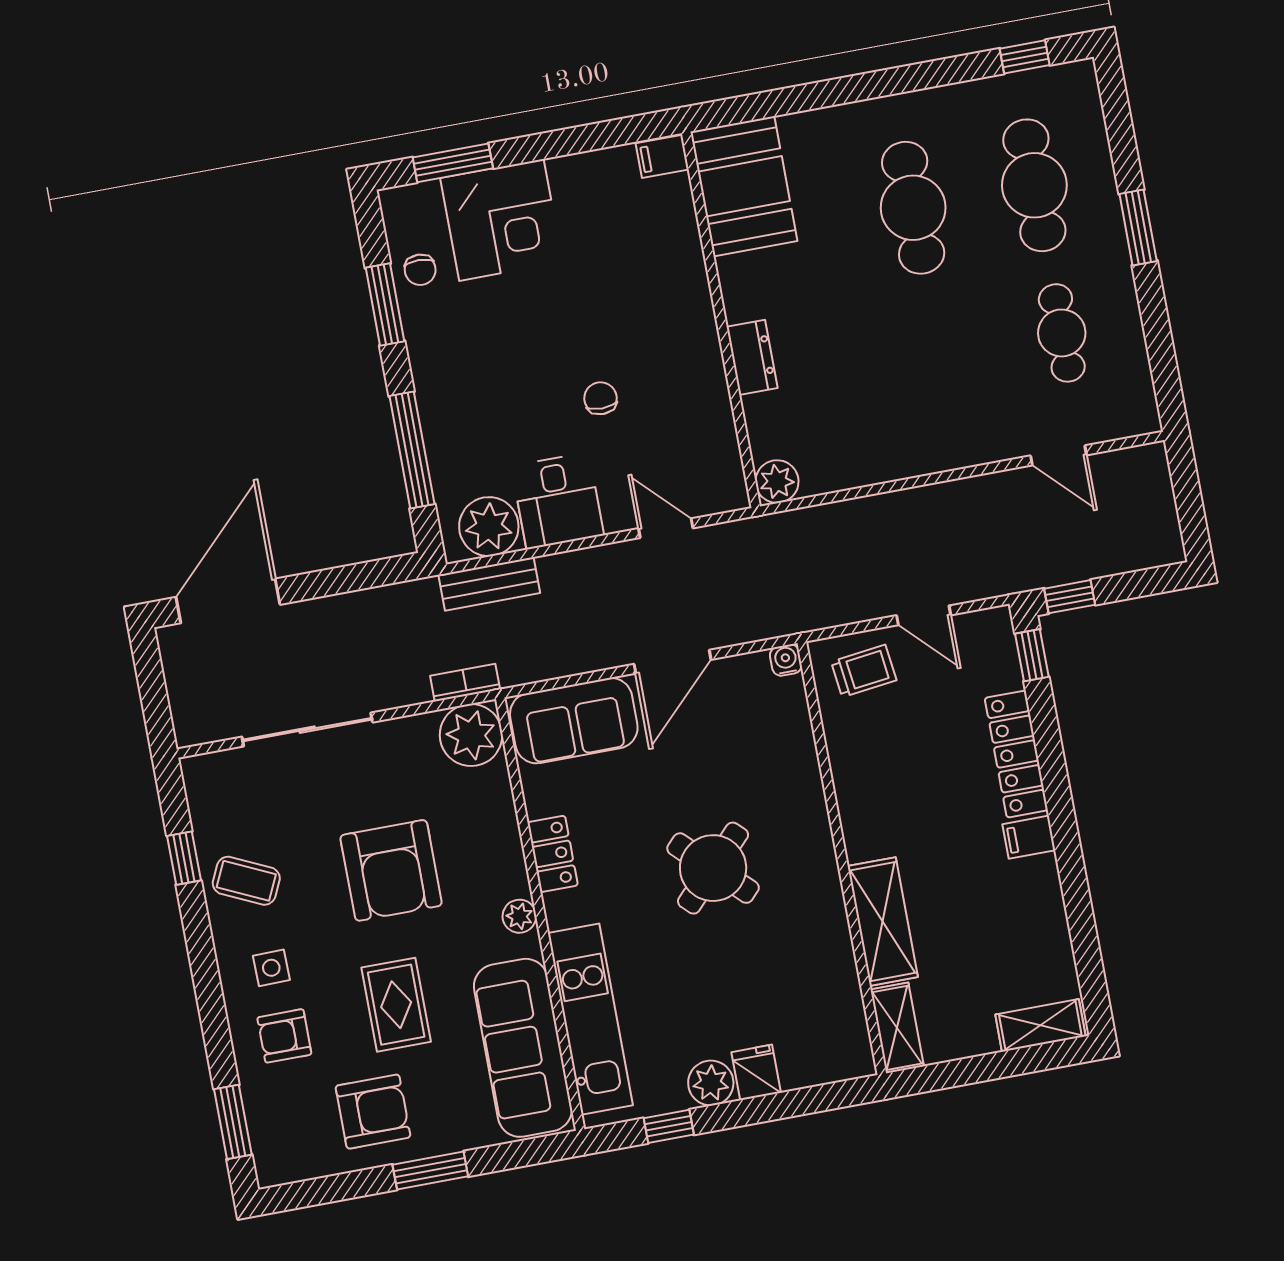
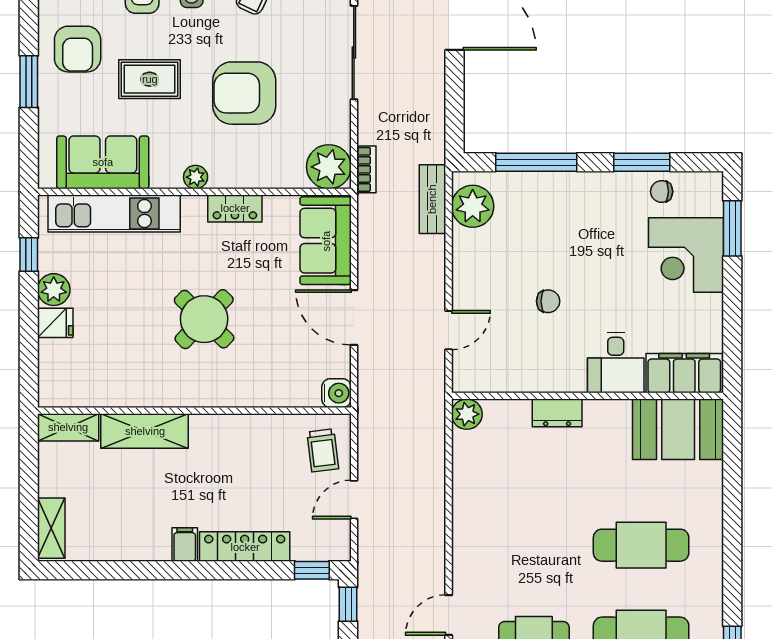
filing cabinet: (662, 156) -> (684, 373), width x3.00, depth x1.17
desk: (558, 501) -> (616, 363), moved, turned -90
water cooler: (786, 660) -> (336, 393), width x1.38, depth x1.38
sofa: (523, 1048) -> (103, 162), width x0.73

